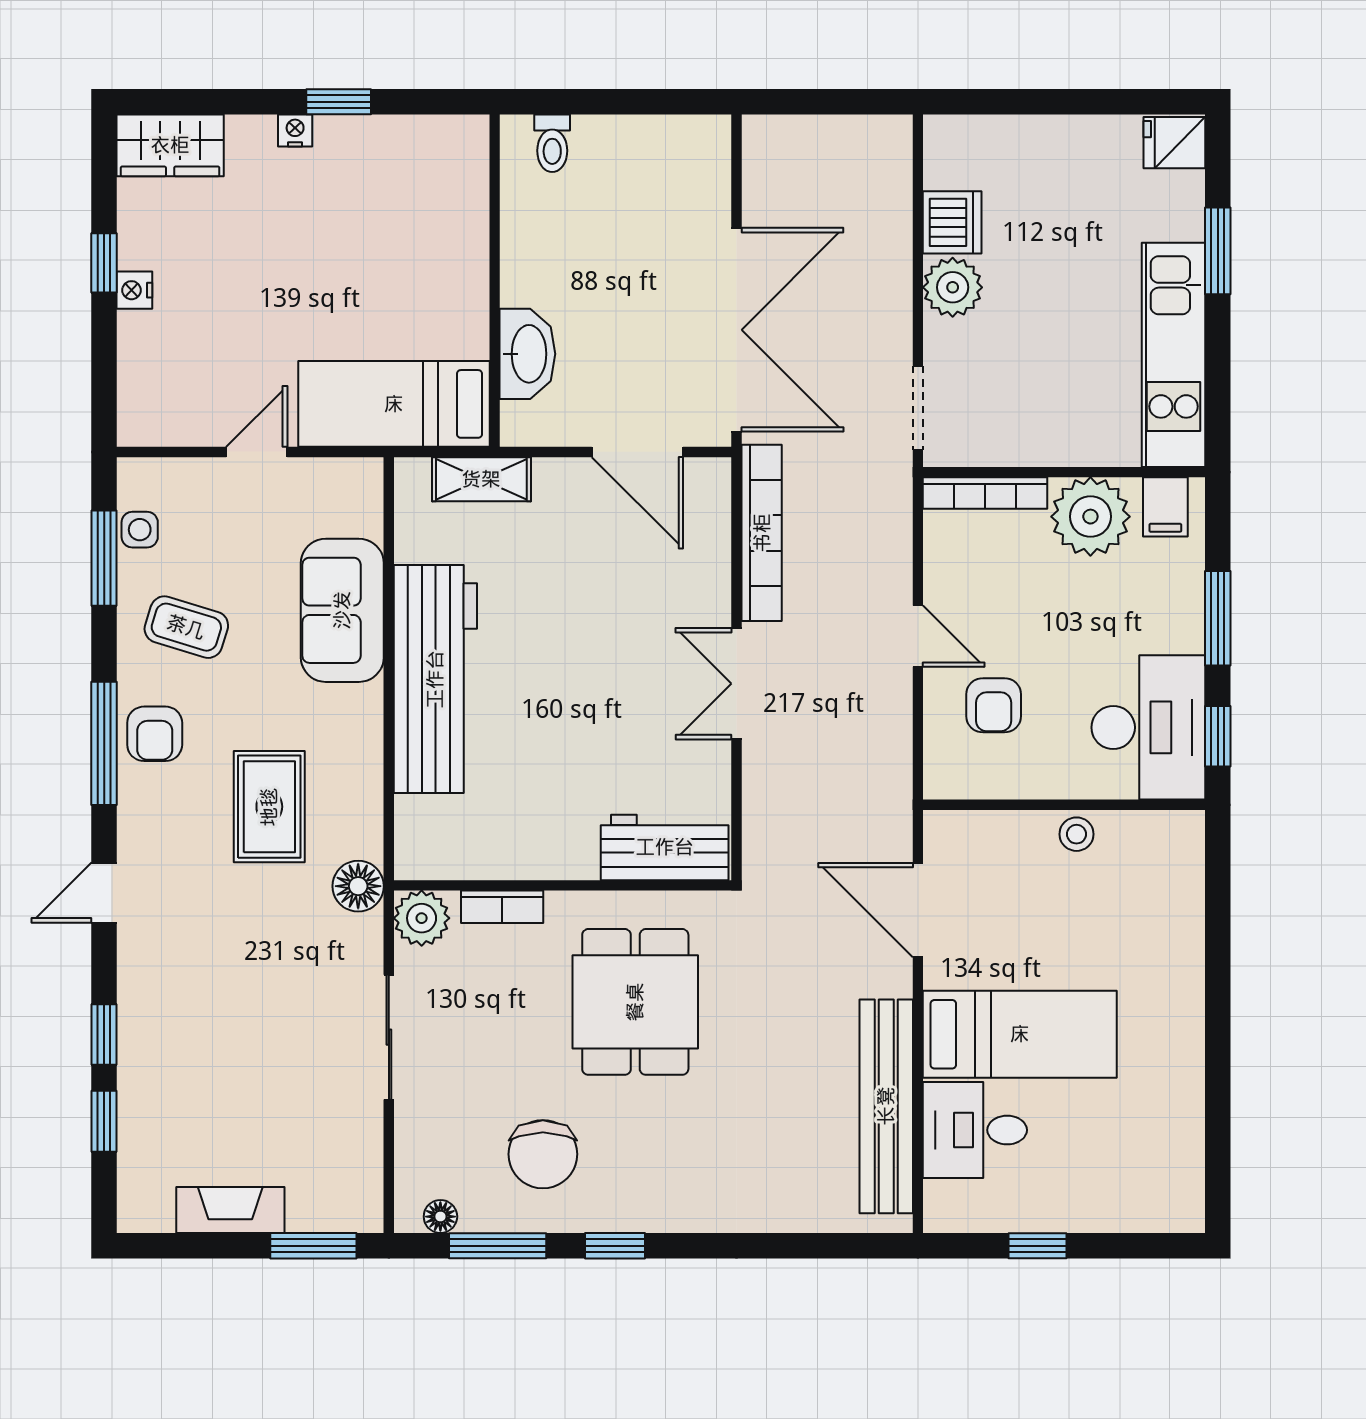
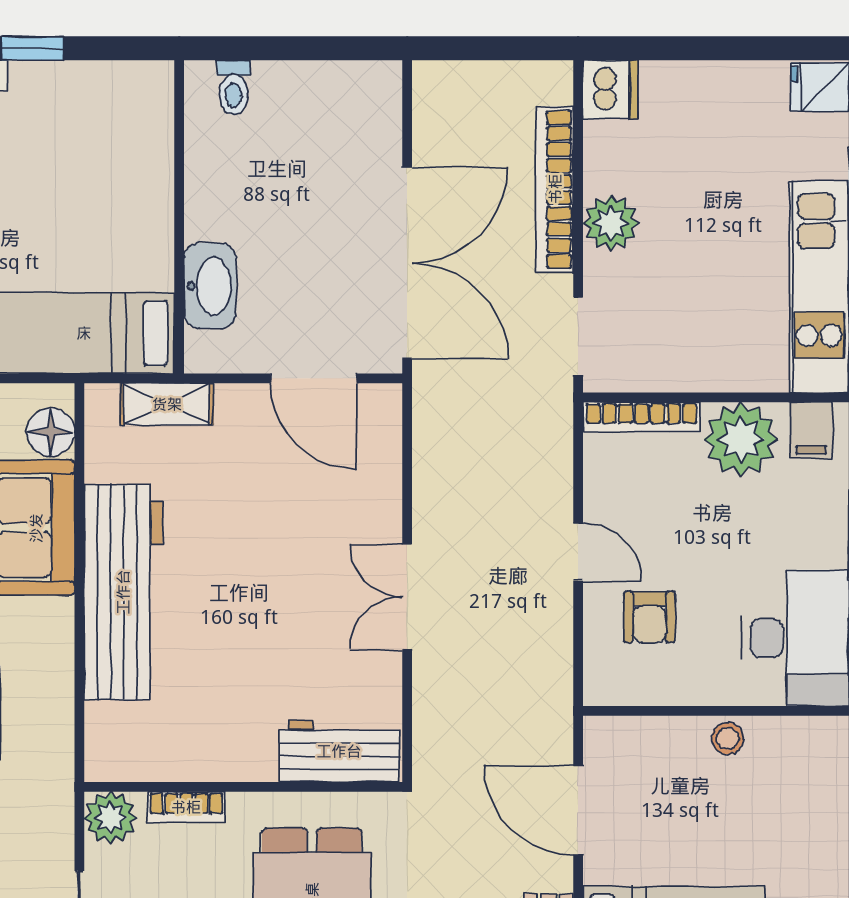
dishwasher: (952, 222) -> (610, 90), moved
bookcase: (762, 533) -> (555, 189), moved, turned 180
floor lamp: (358, 886) -> (51, 432), moved

